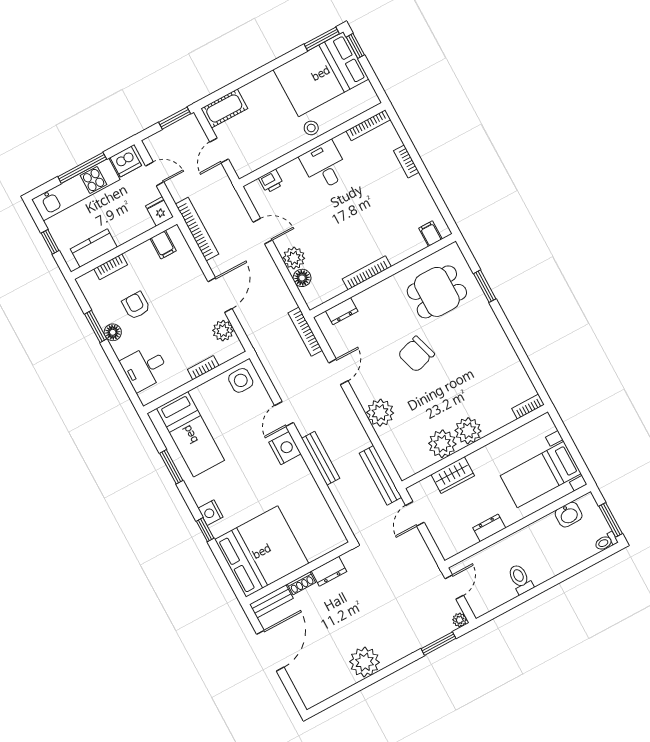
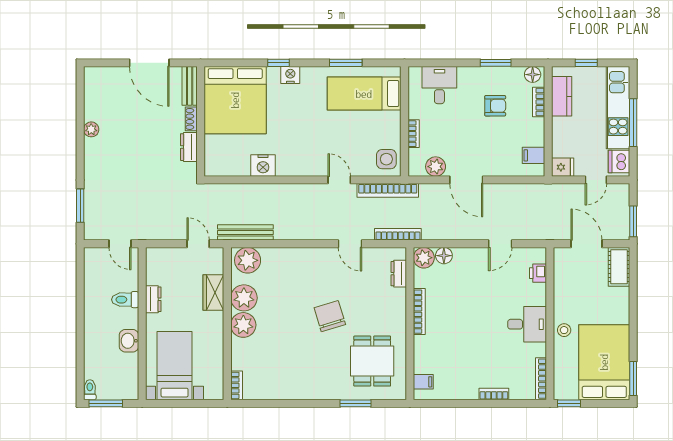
window: (355, 46) -> (569, 403), moved
door: (219, 151) -> (586, 244), width x1.38
bookcase: (197, 229) -> (388, 190), moved
plant: (294, 258) -> (424, 258), moved
floor lamp: (113, 332) -> (533, 75), moved
plant: (380, 413) -> (248, 260), moved
nightstand: (285, 448) -> (263, 166), moved
bench: (321, 458) -> (286, 191), removed
washbasin: (569, 515) -> (129, 341), moved
toilet: (520, 579) -> (125, 300), moved, turned 180
plant: (460, 620) -> (90, 234), removed
plant: (365, 662) -> (91, 129), width x0.53, depth x0.53

